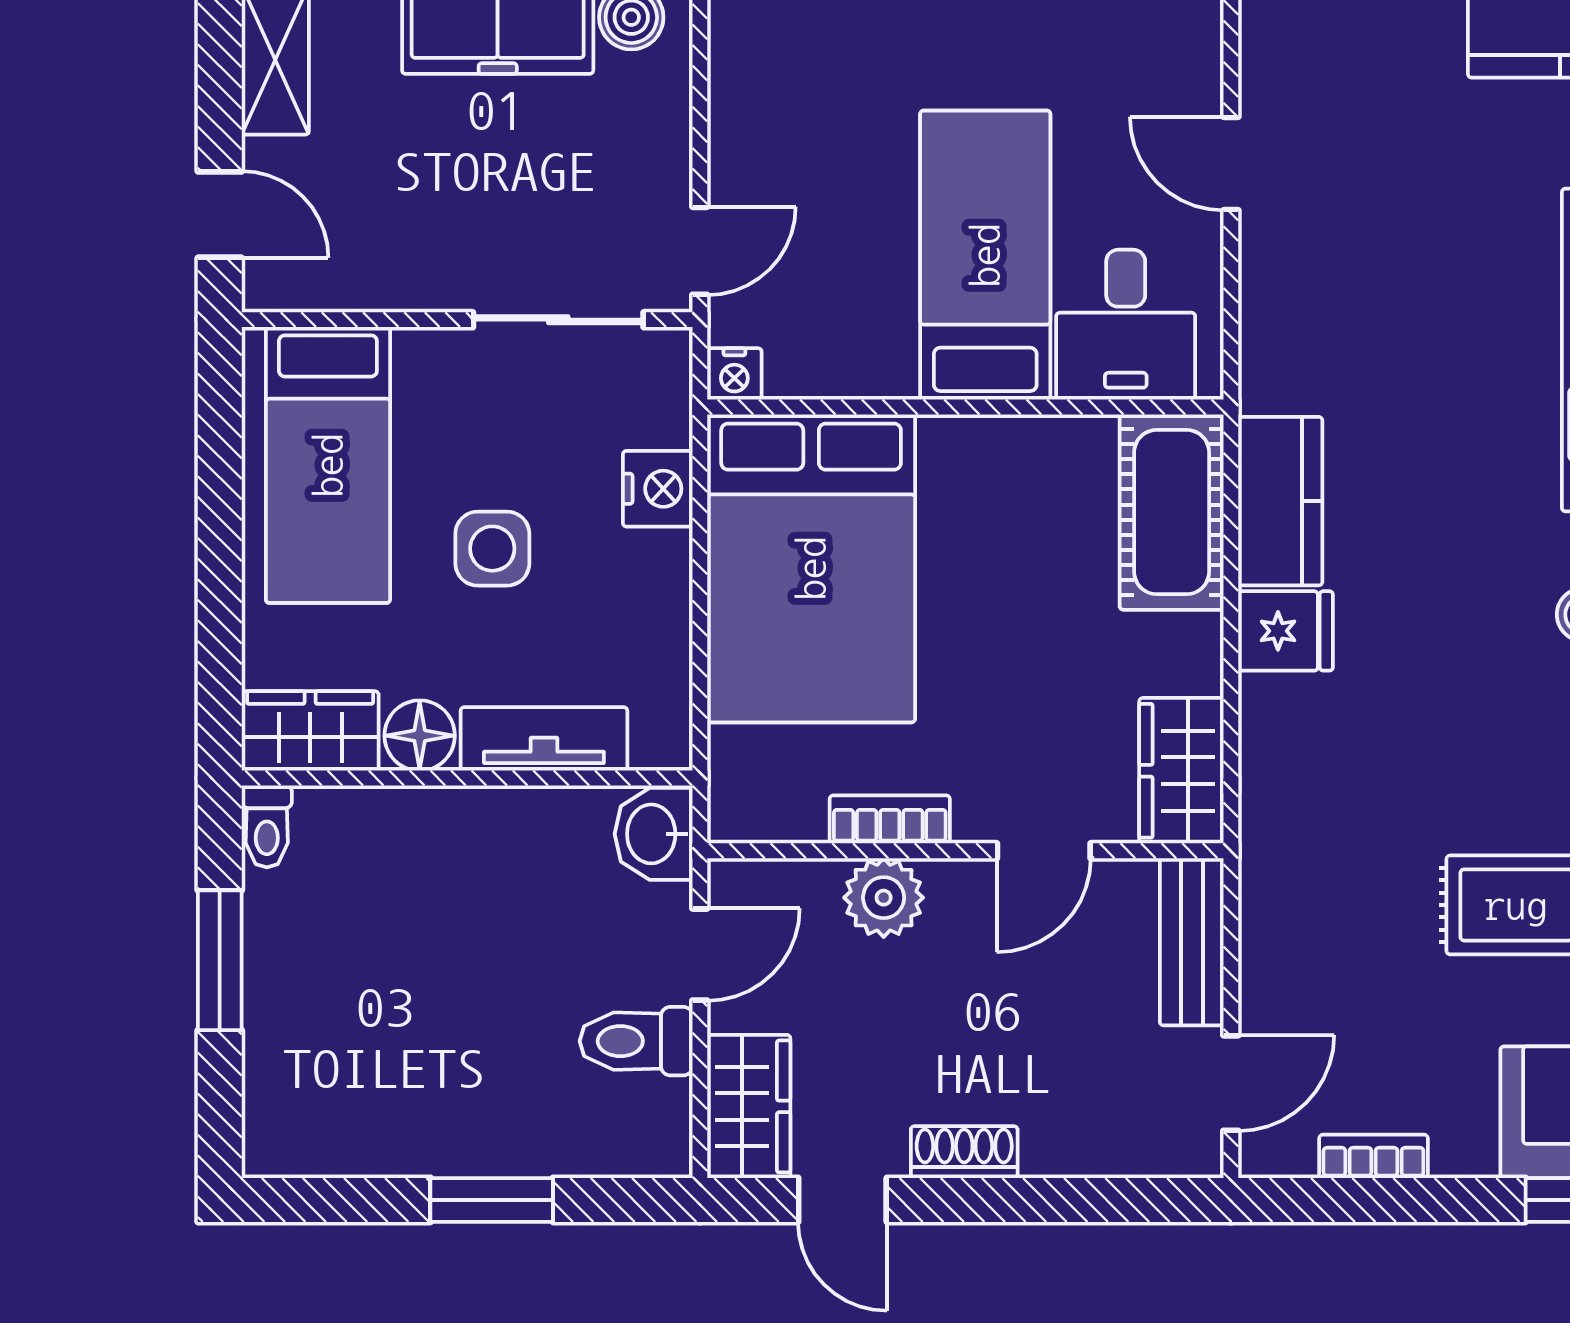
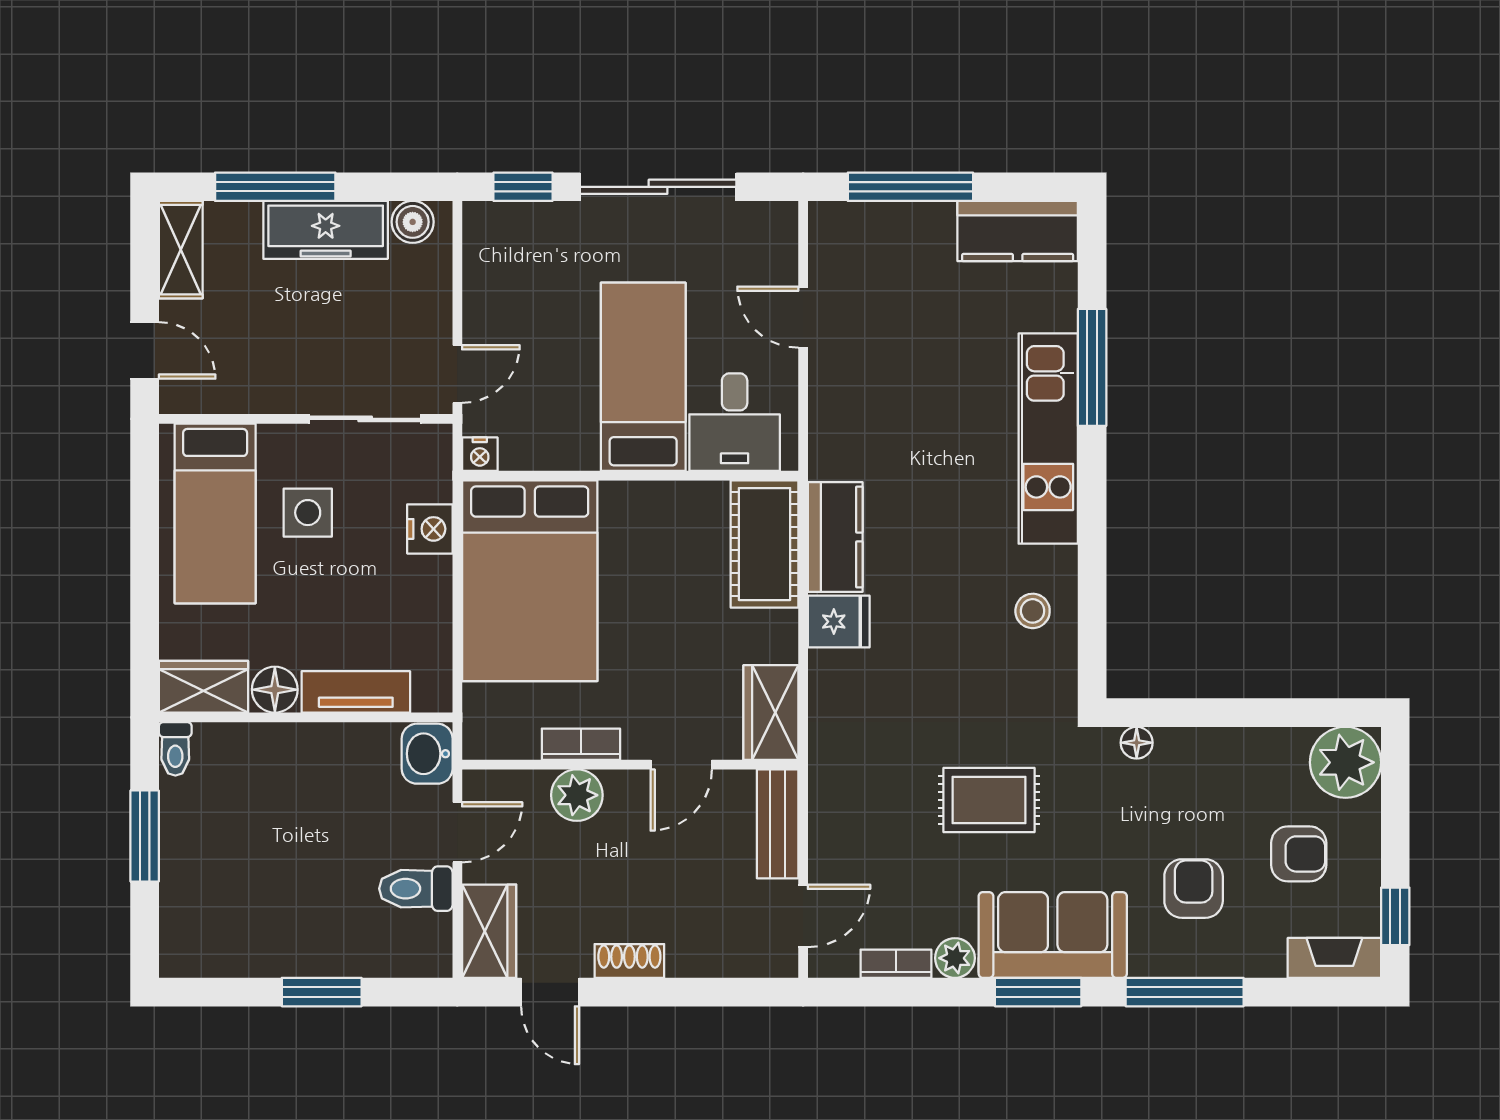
side table: (492, 549) -> (308, 513), moved
plant: (1464, 1148) -> (955, 958), added

